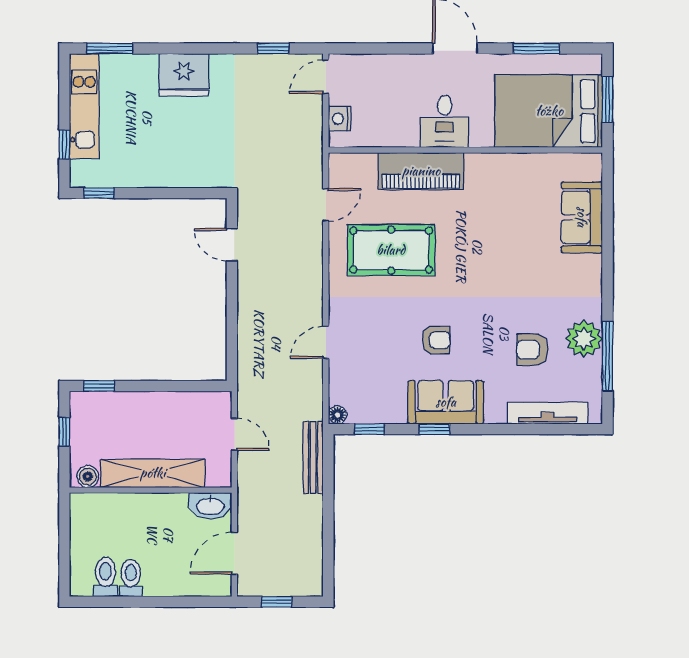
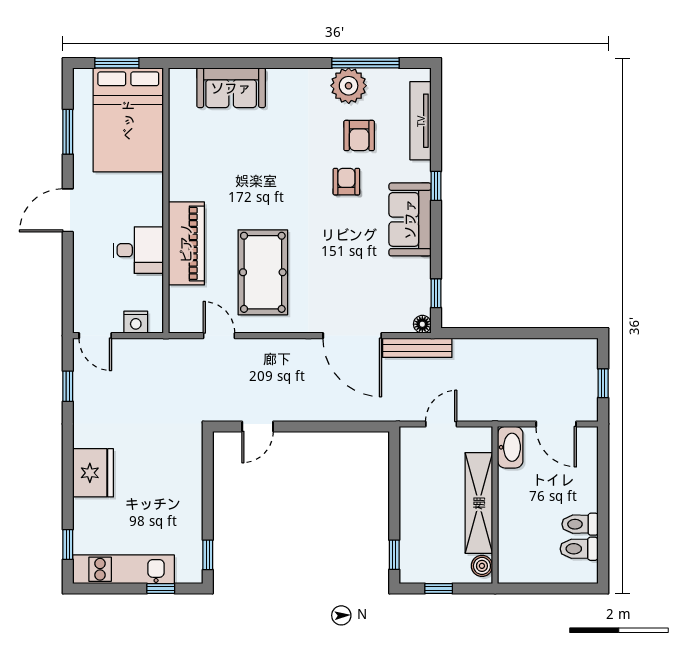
window: (110, 48) -> (68, 544), width x0.67
desk: (445, 121) -> (138, 250), moved
armchair: (436, 340) -> (346, 182), moved
door: (326, 342) -> (352, 336), width x1.88
window: (434, 429) -> (436, 186), moved
bench: (313, 458) -> (417, 348), moved

